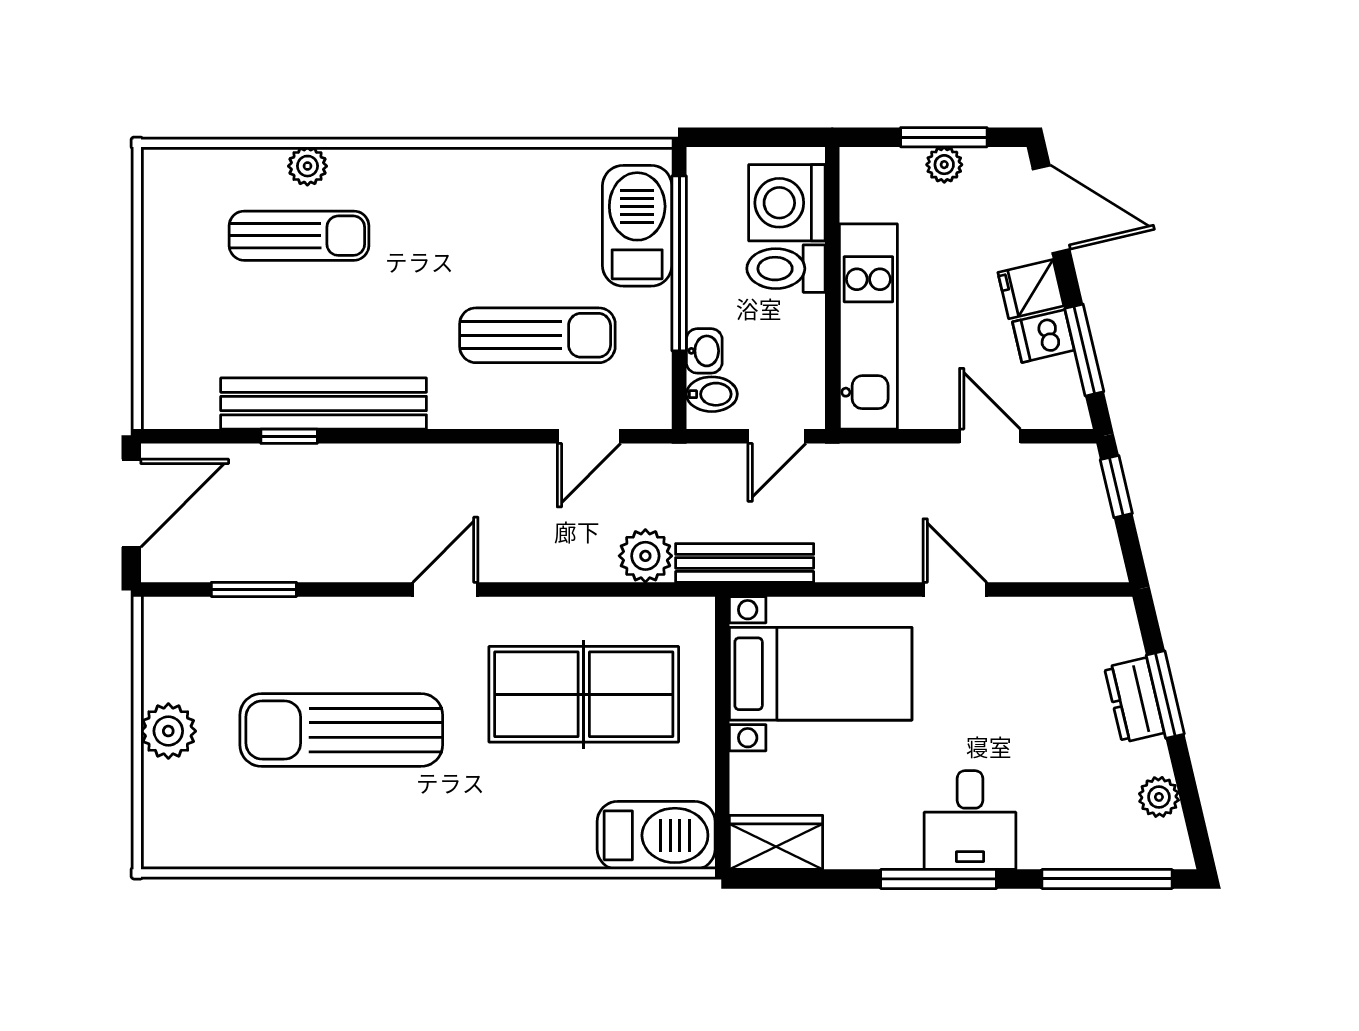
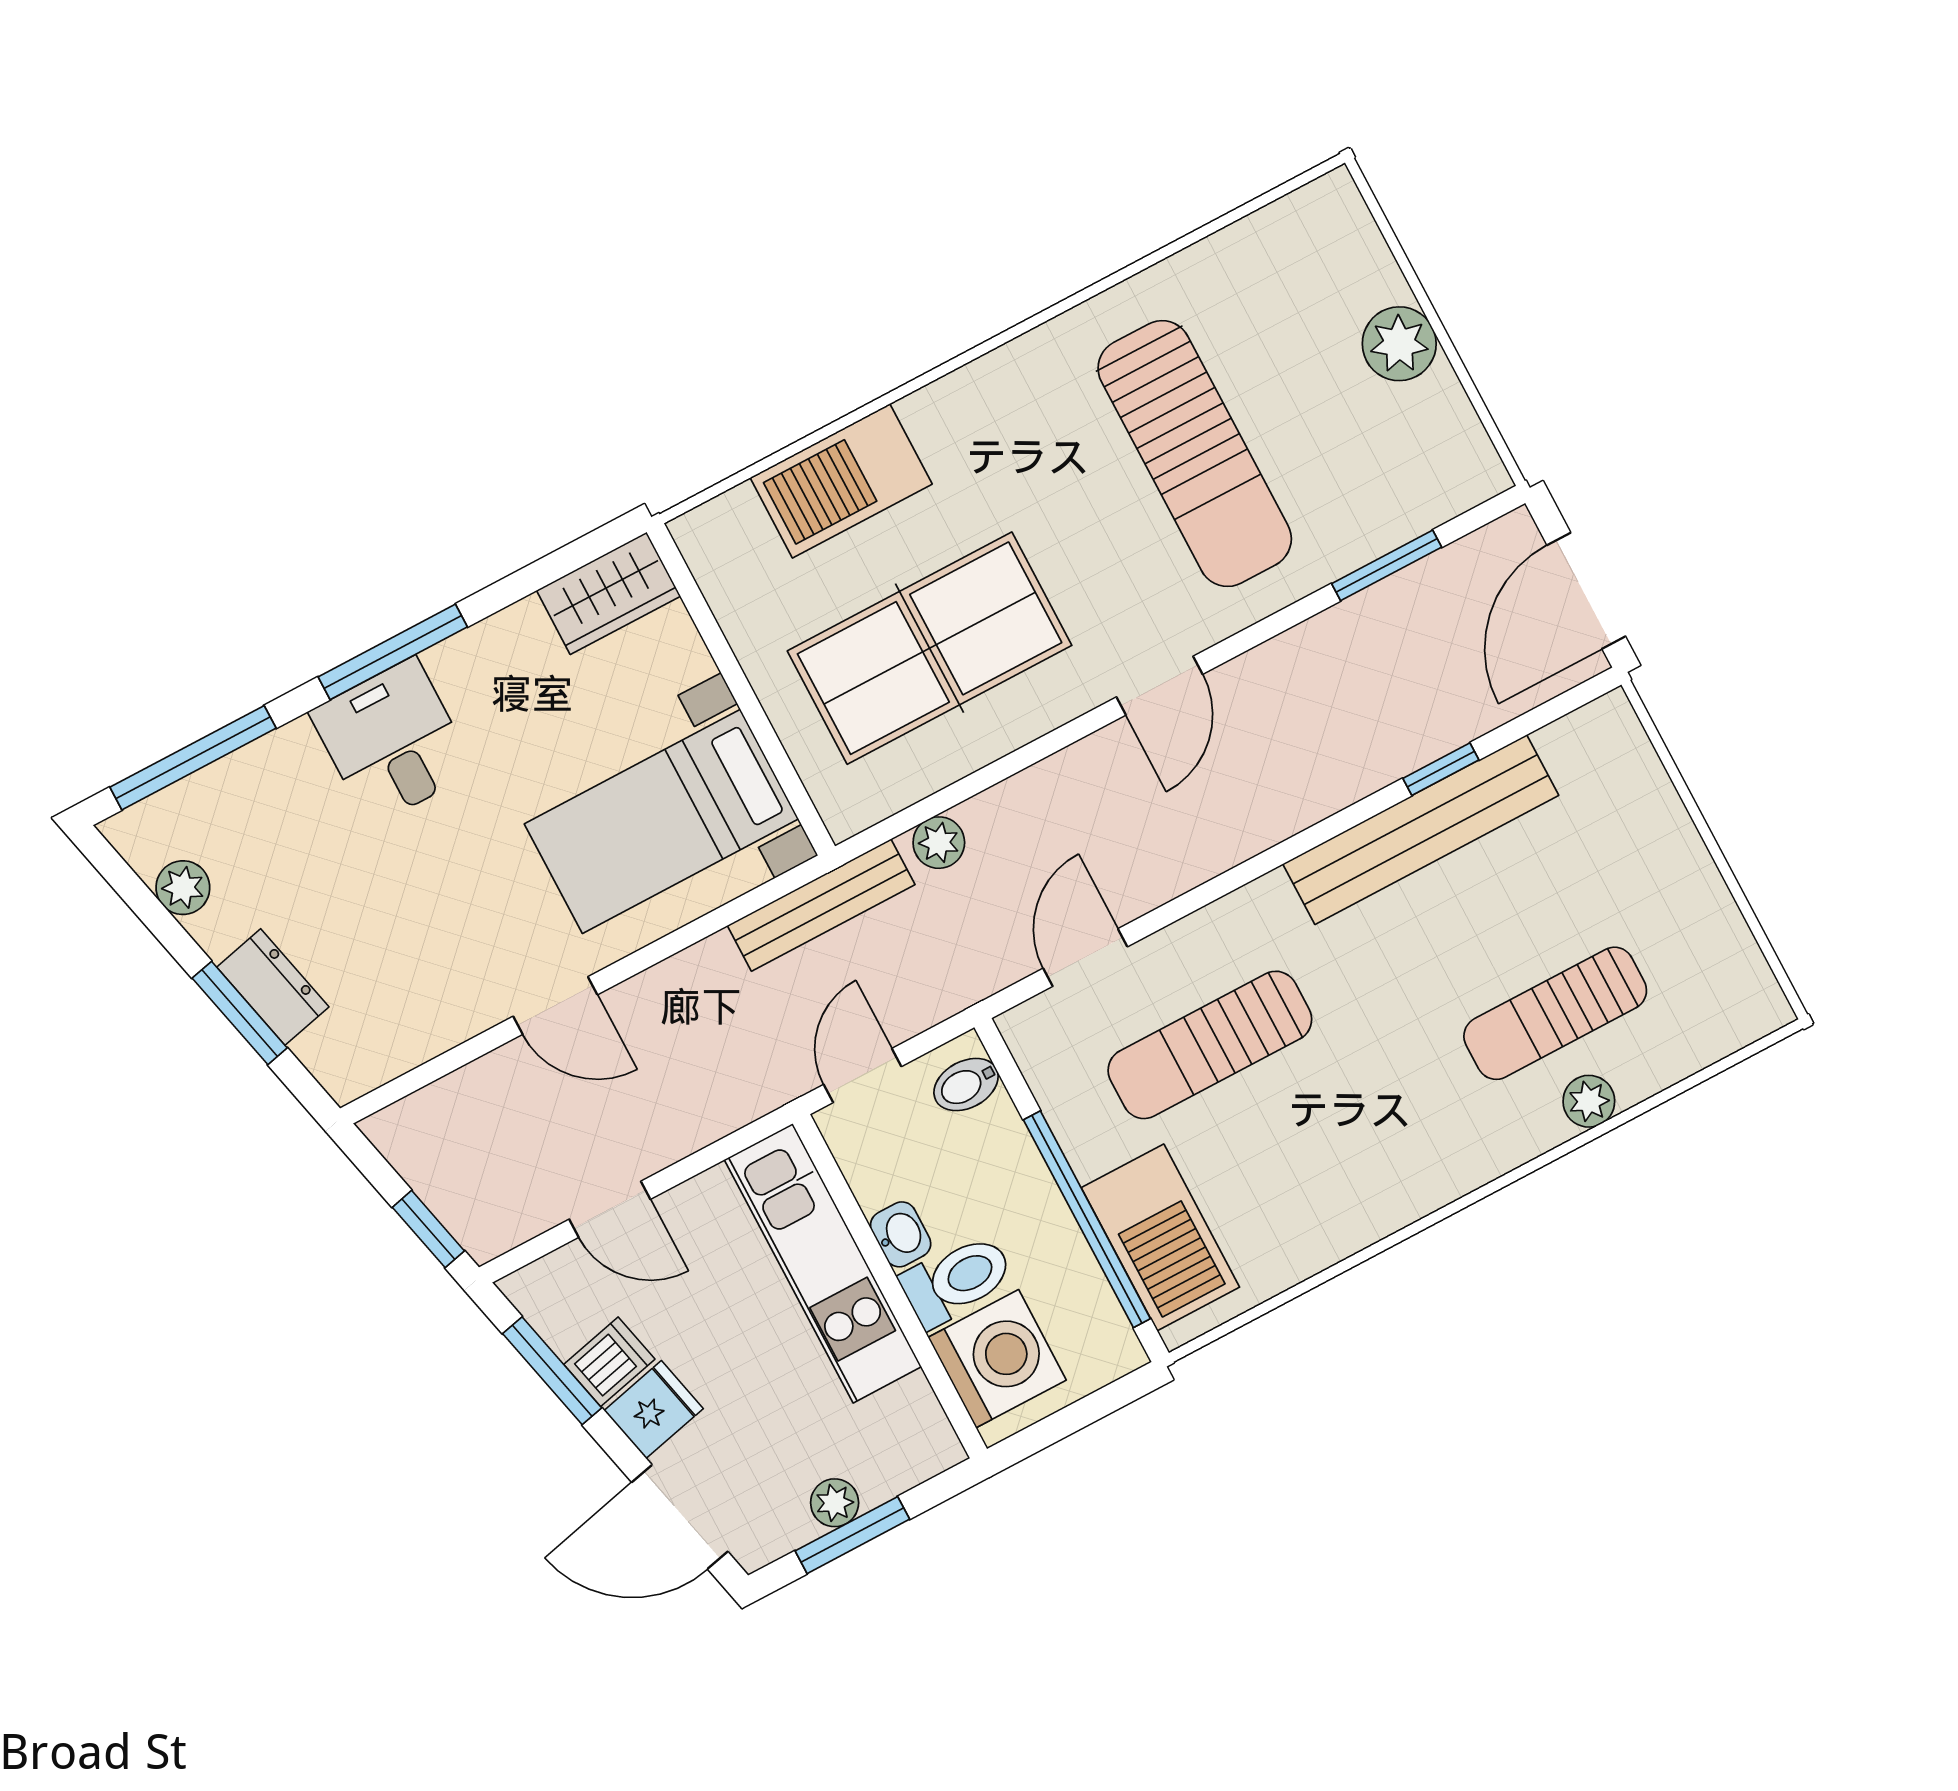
washbasin: (704, 351) -> (901, 1234), moved, turned 180
plant: (645, 556) -> (939, 843), width x0.73, depth x0.73
sun lounger: (341, 730) -> (1195, 454), turned 90
barbecue: (656, 835) -> (841, 481), moved

